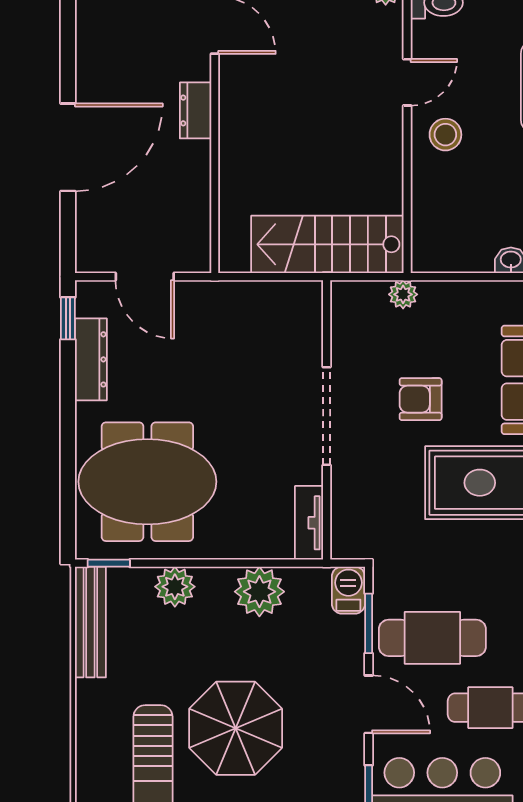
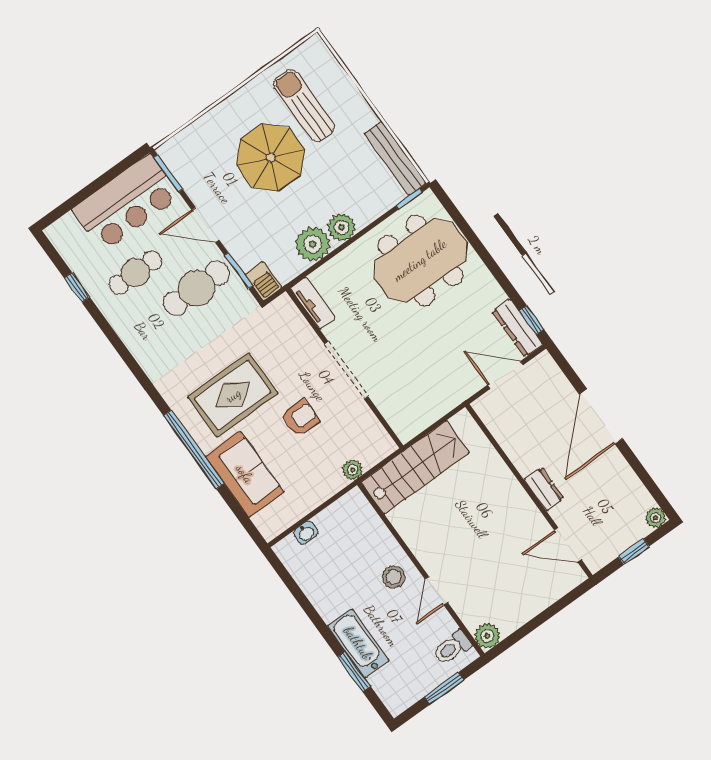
dresser: (91, 359) -> (517, 328), moved
plant: (175, 587) -> (342, 227), moved

